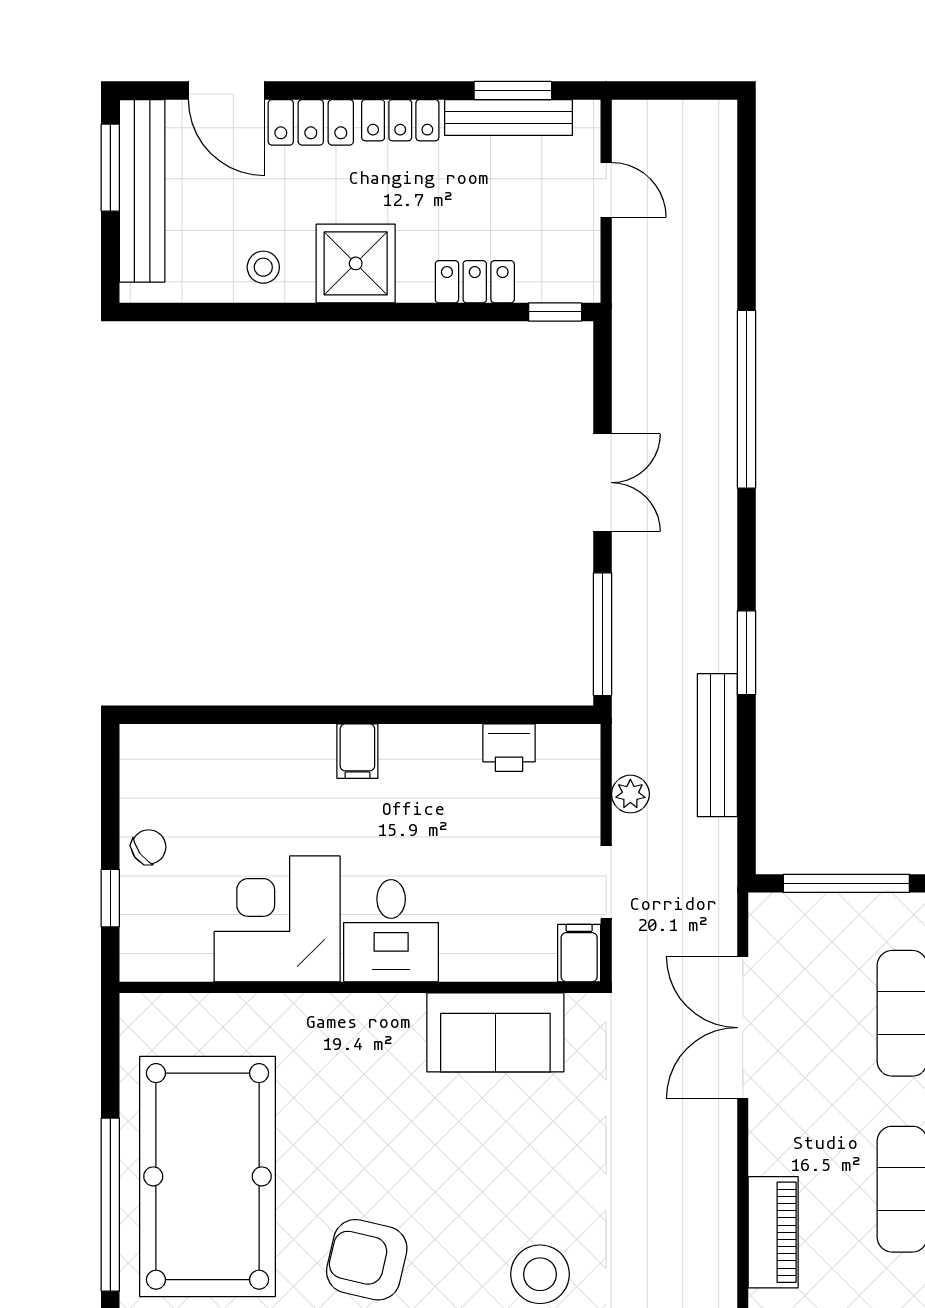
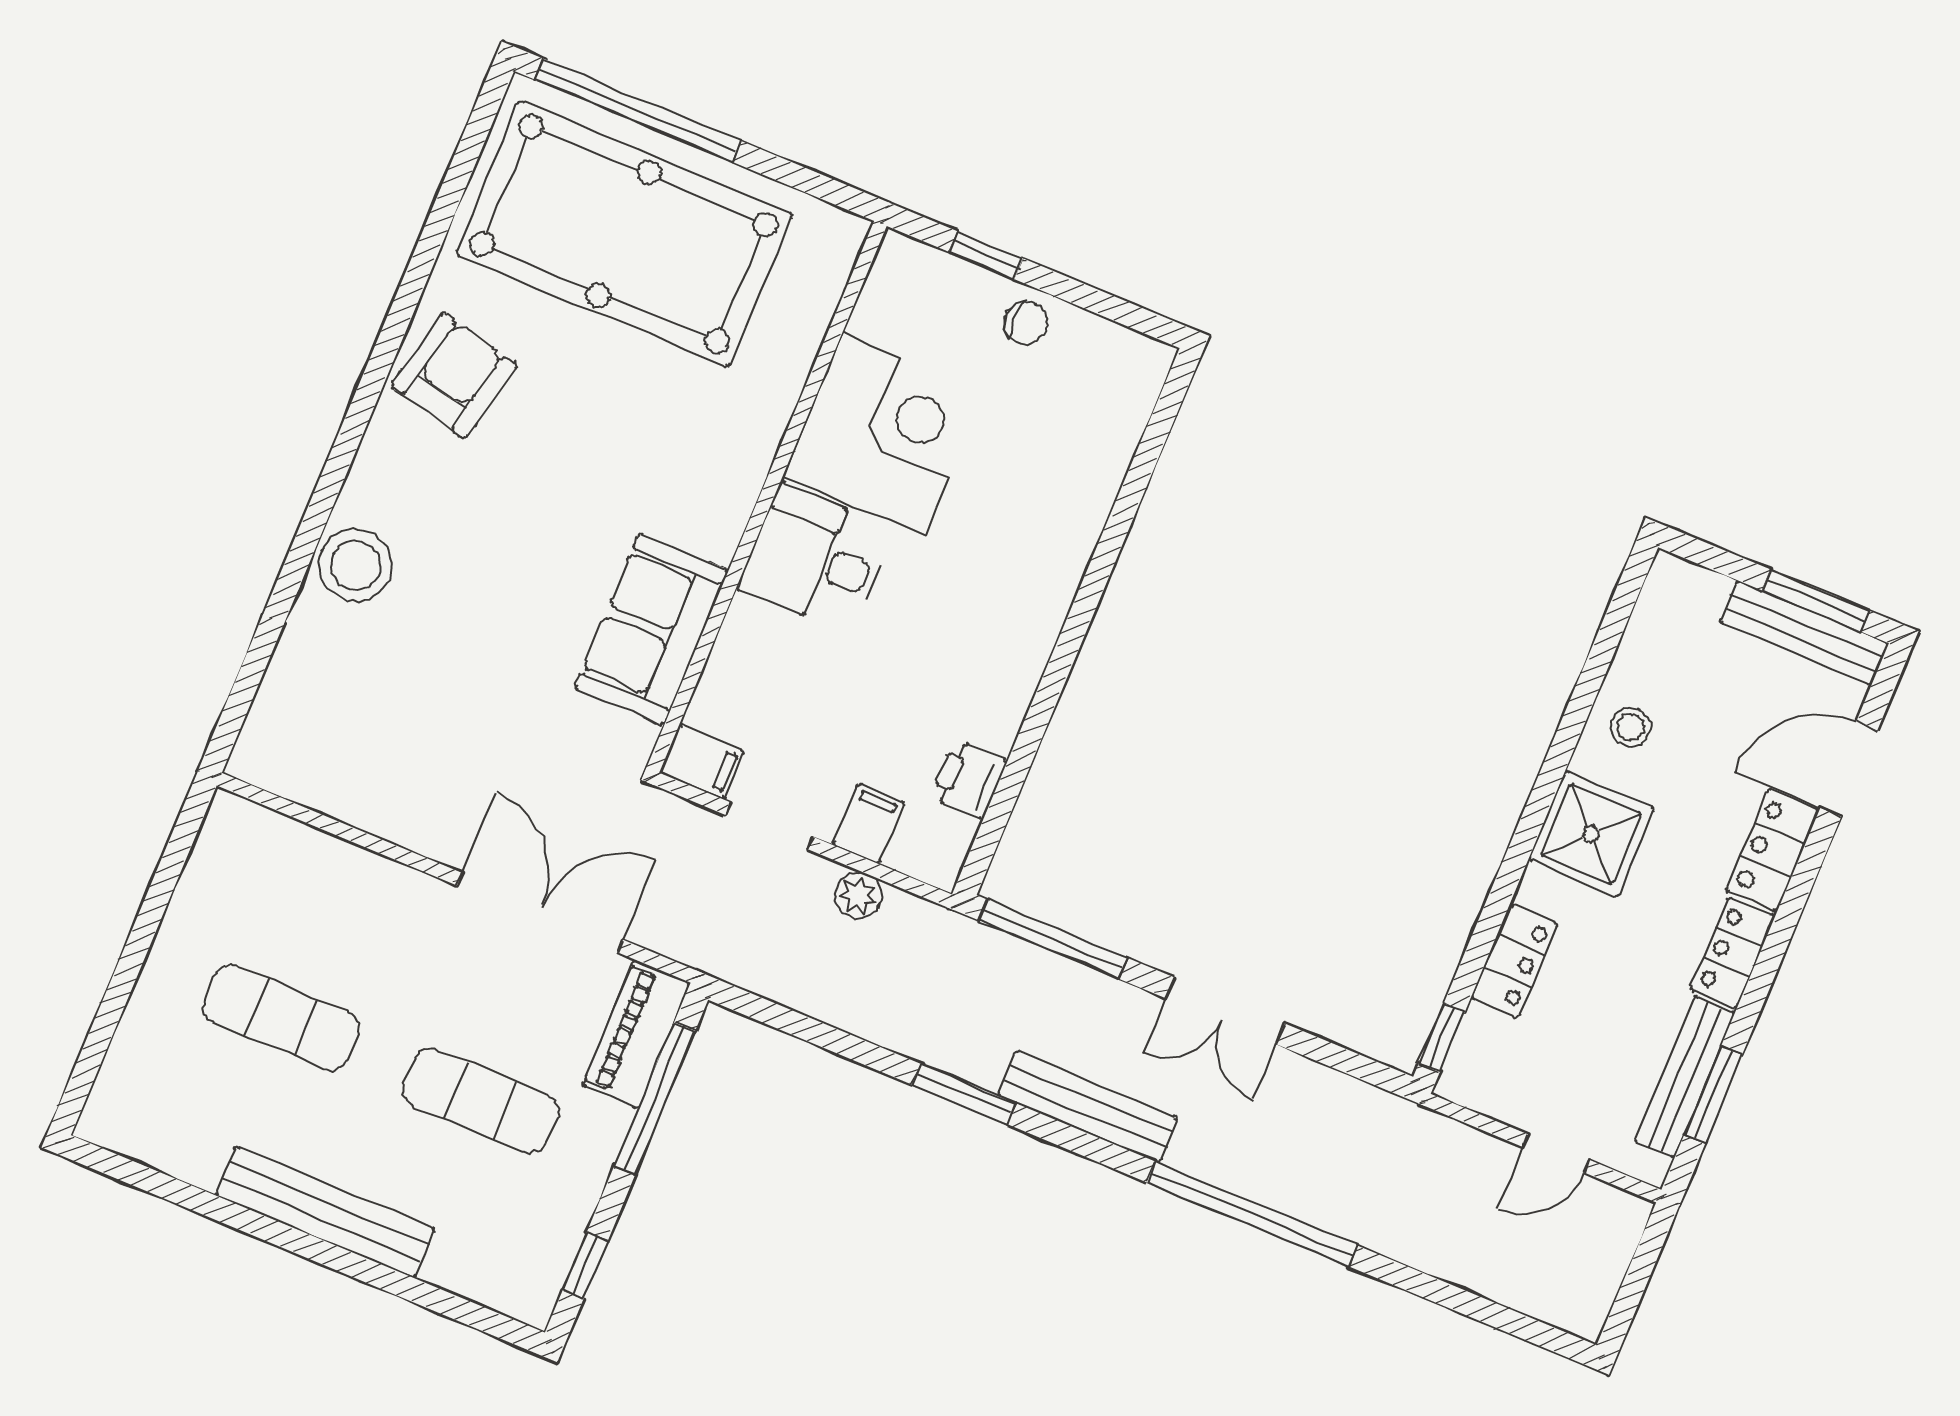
bench: (142, 191) -> (1804, 633), width x0.73, depth x0.82
bench: (717, 745) -> (1088, 1107), moved
filing cabinet: (357, 751) -> (869, 824), moved, turned 90
chair: (149, 847) -> (1026, 323), turned -54
piano: (773, 1232) -> (636, 1034), moved, turned 90

